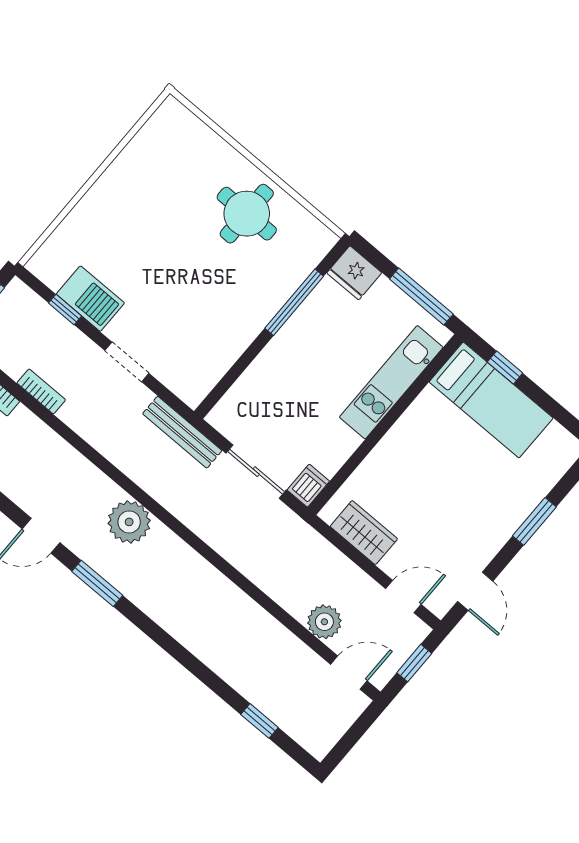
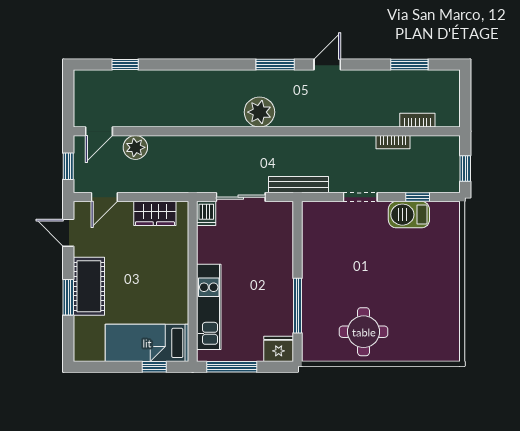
cot: (502, 514) -> (89, 286), added
plant: (129, 522) -> (259, 112), moved

